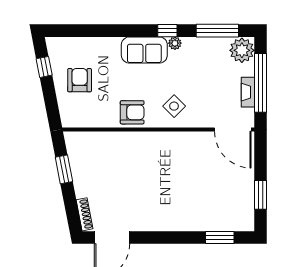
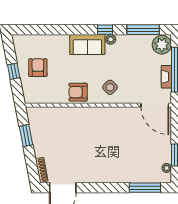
window: (44, 67) -> (14, 71), moved
armchair: (132, 112) -> (78, 92), turned 180
plant: (248, 212) -> (167, 168), added
window: (220, 238) -> (145, 188), width x1.44

